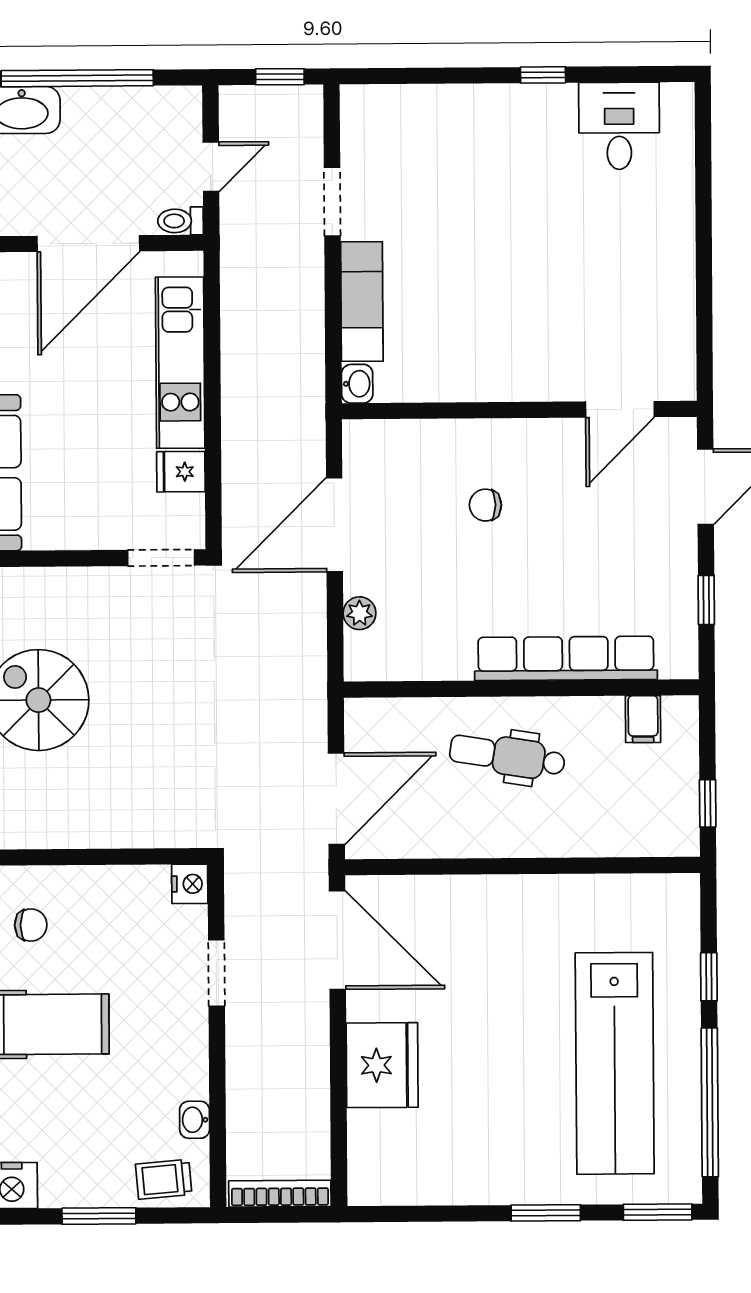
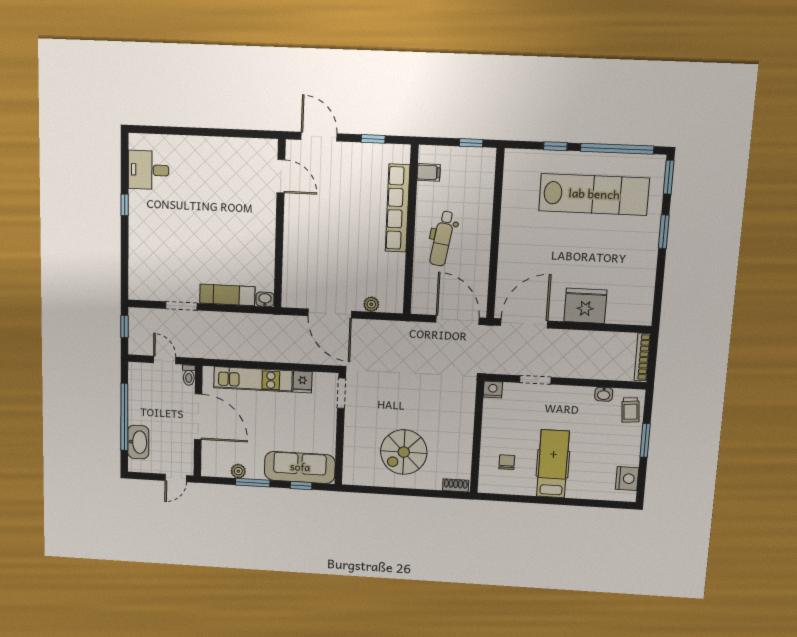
chair: (485, 505) -> (323, 243), removed

